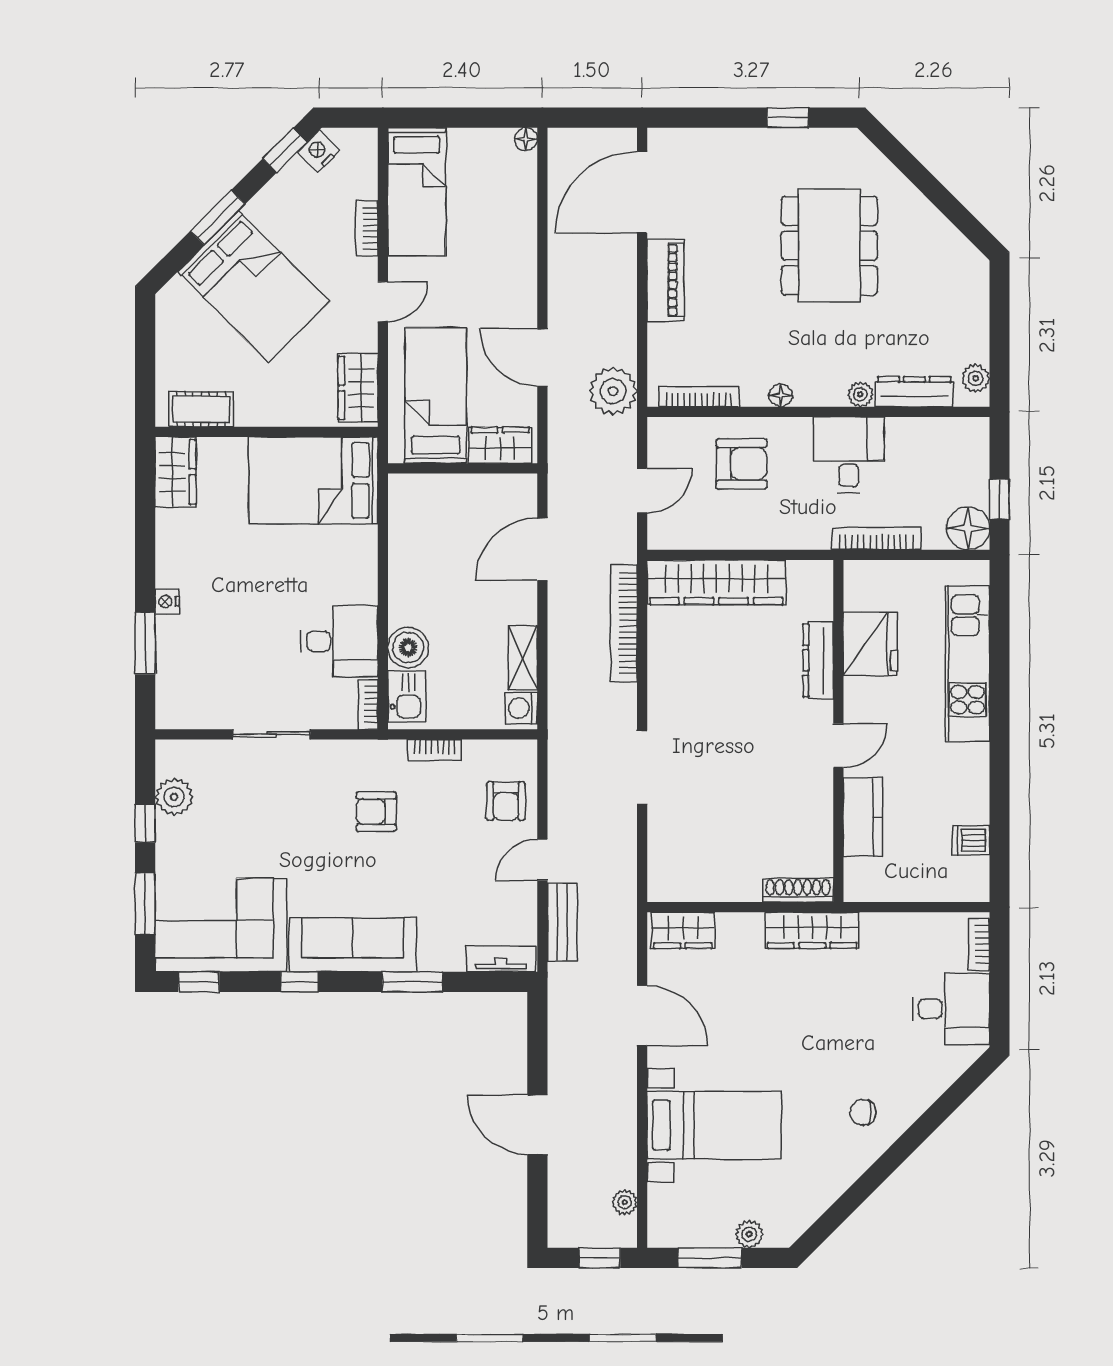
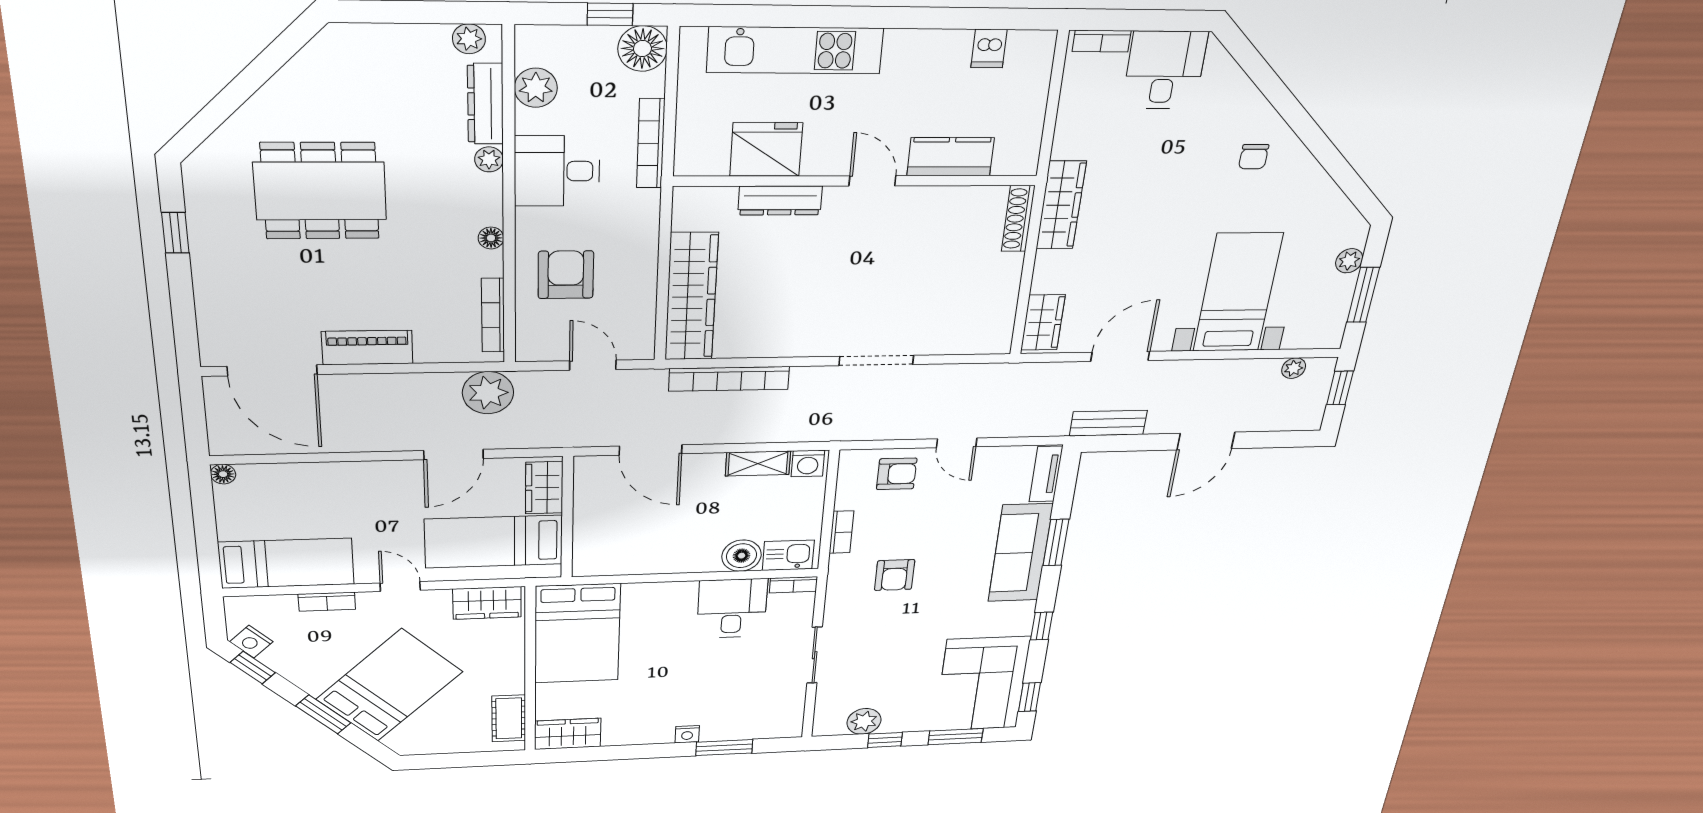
plant: (930, 436) -> (536, 88), added
bench: (562, 922) -> (1108, 423), moved
sofa: (353, 945) -> (1020, 553), moved

